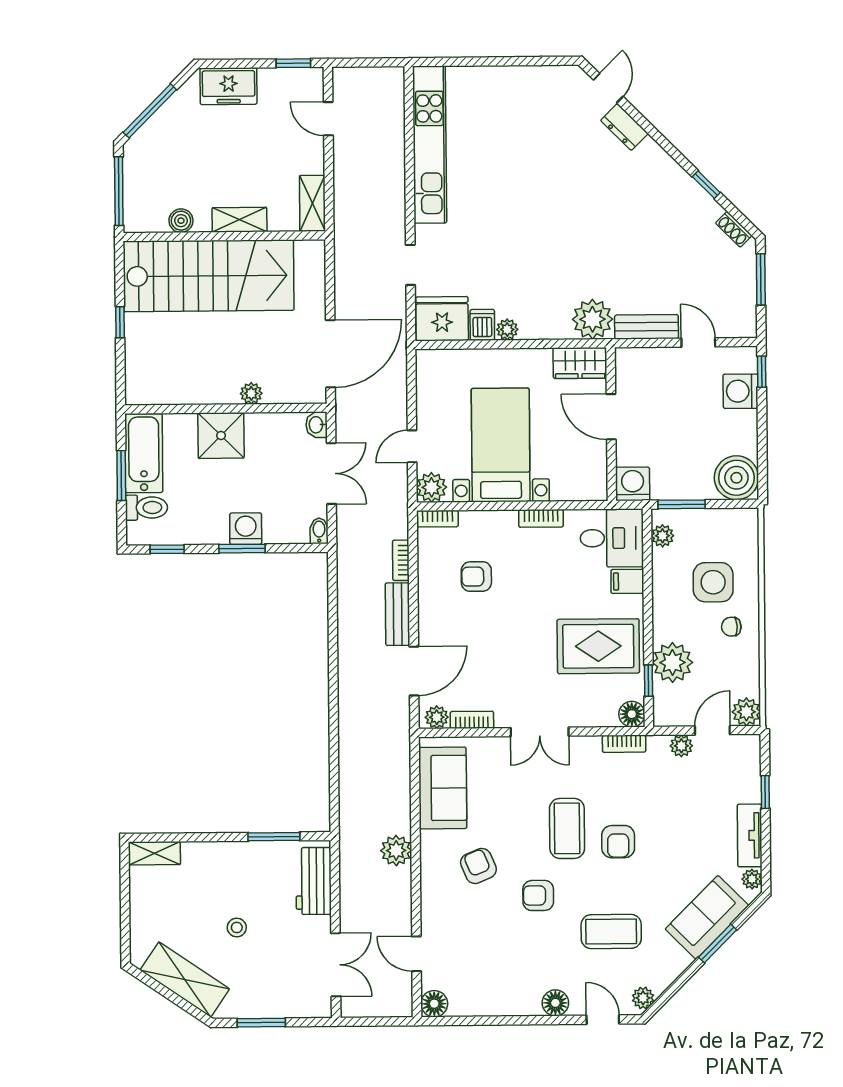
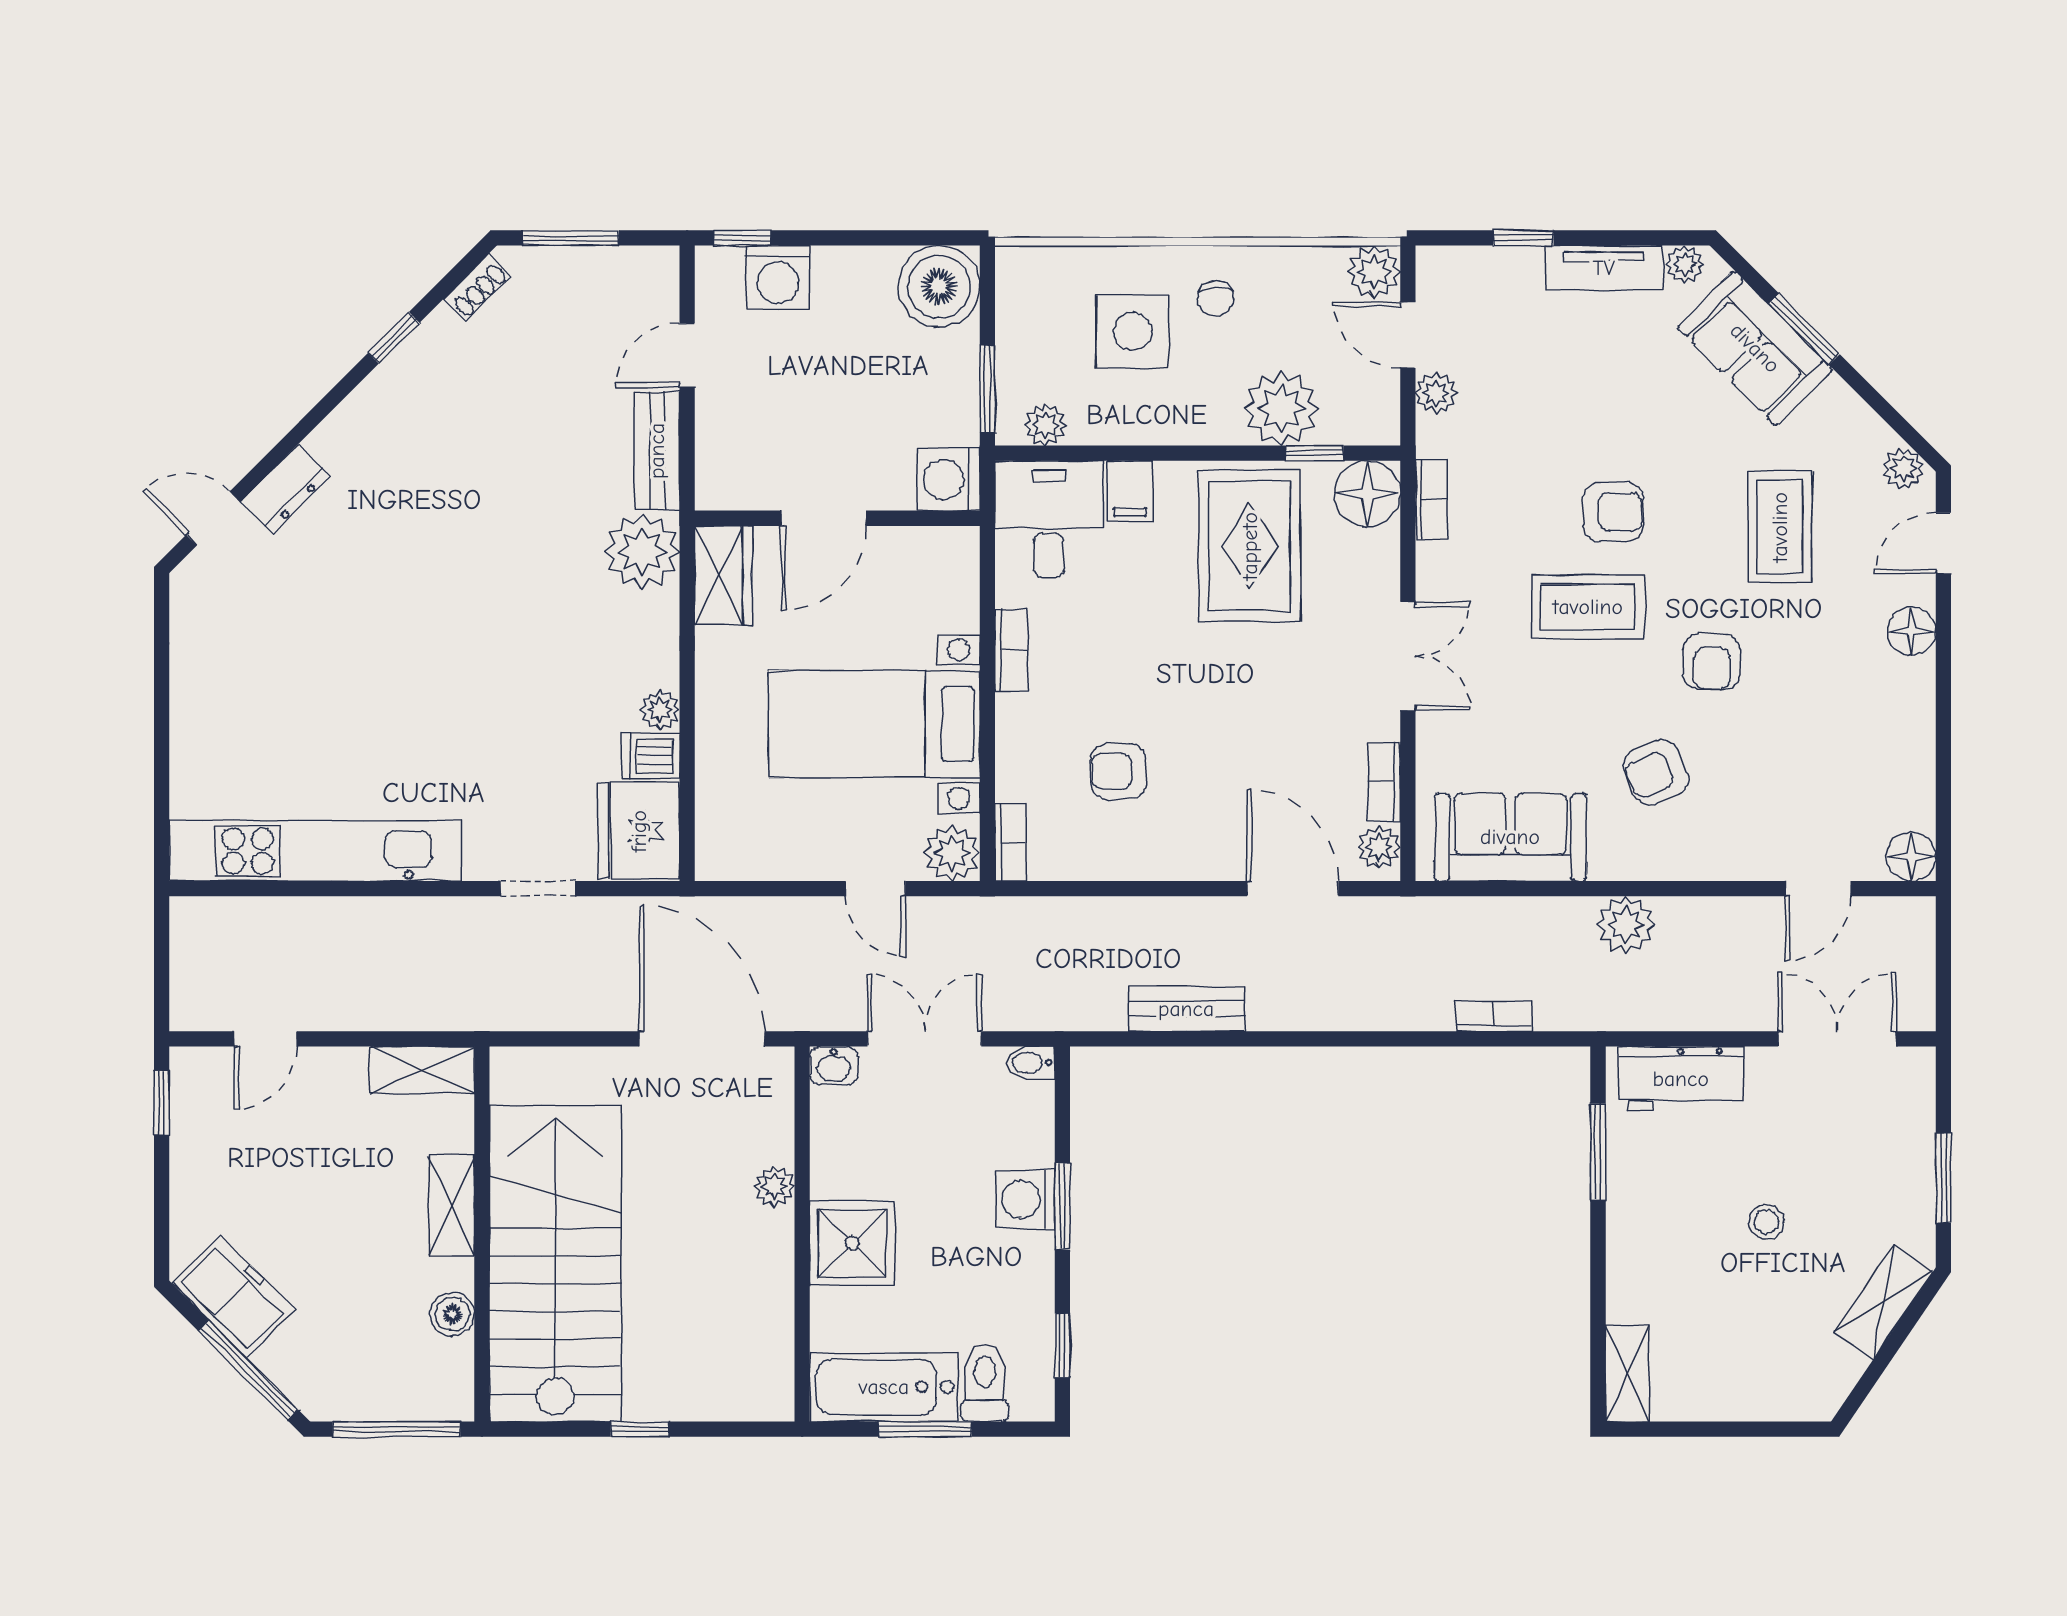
freezer: (229, 86) -> (234, 1297), moved, turned -45
bookcase: (401, 560) -> (1494, 1016), moved, turned 180
armchair: (476, 577) -> (1118, 771), turned 90
bench: (397, 614) -> (1186, 1009), moved
floor lamp: (632, 714) -> (1367, 494), width x1.38, depth x1.38
shelving: (185, 980) -> (1884, 1302), width x0.67, depth x0.75

